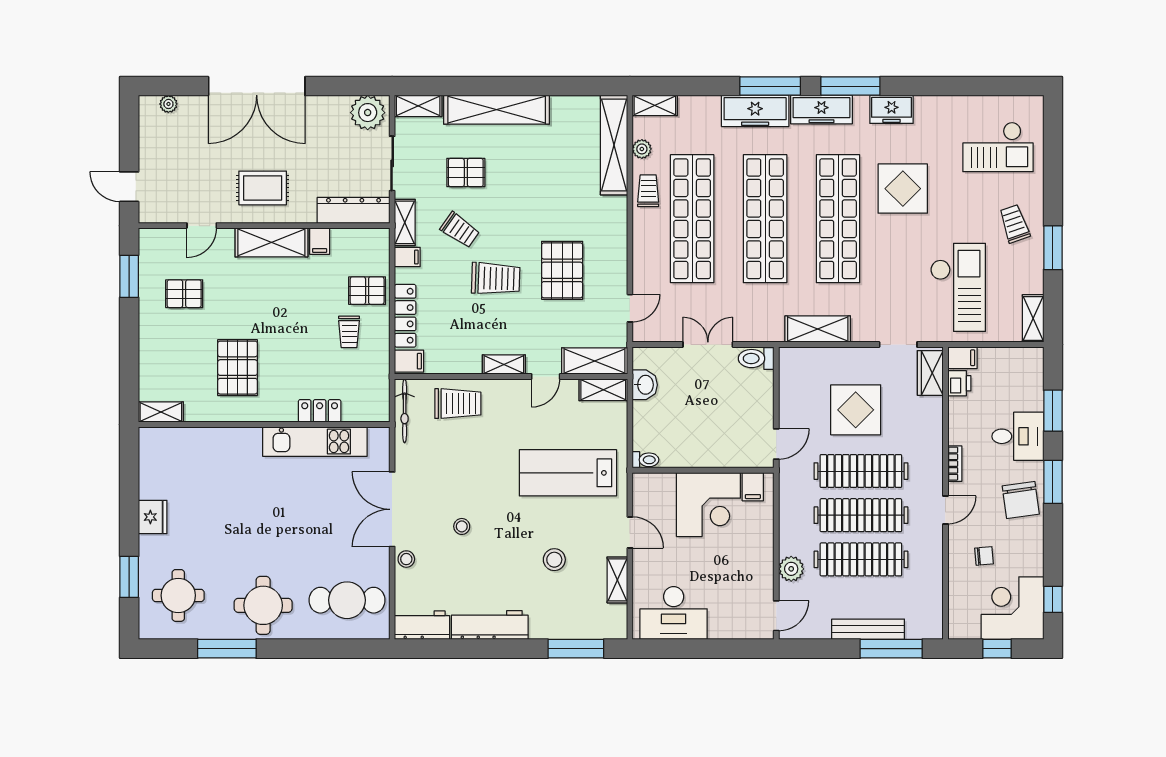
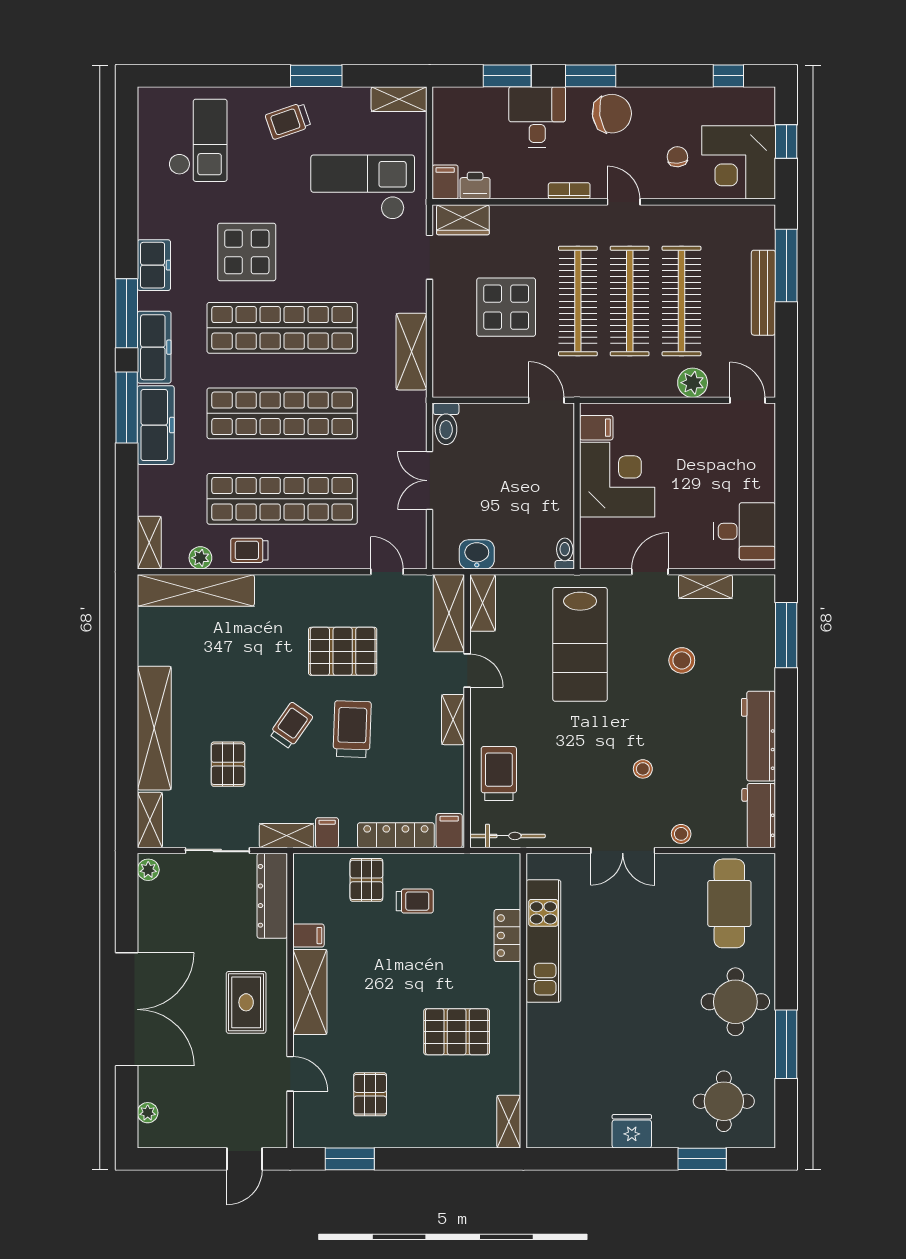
plant: (368, 113) -> (148, 870), width x0.53, depth x0.53
trolley: (460, 230) -> (291, 725), moved
double door: (392, 509) -> (623, 851), width x0.73
corner desk: (1013, 608) -> (739, 162), moved
desk: (674, 613) -> (744, 531), width x0.73

